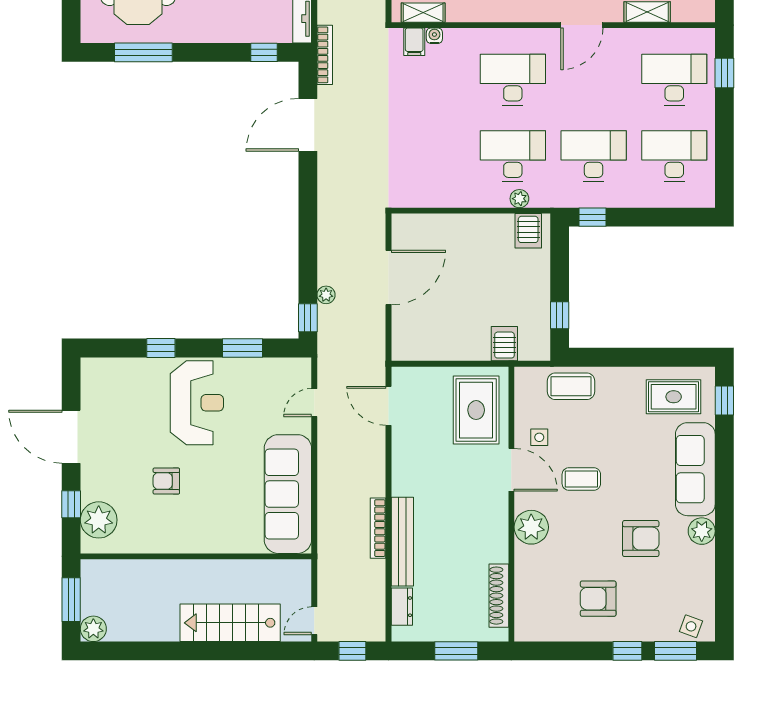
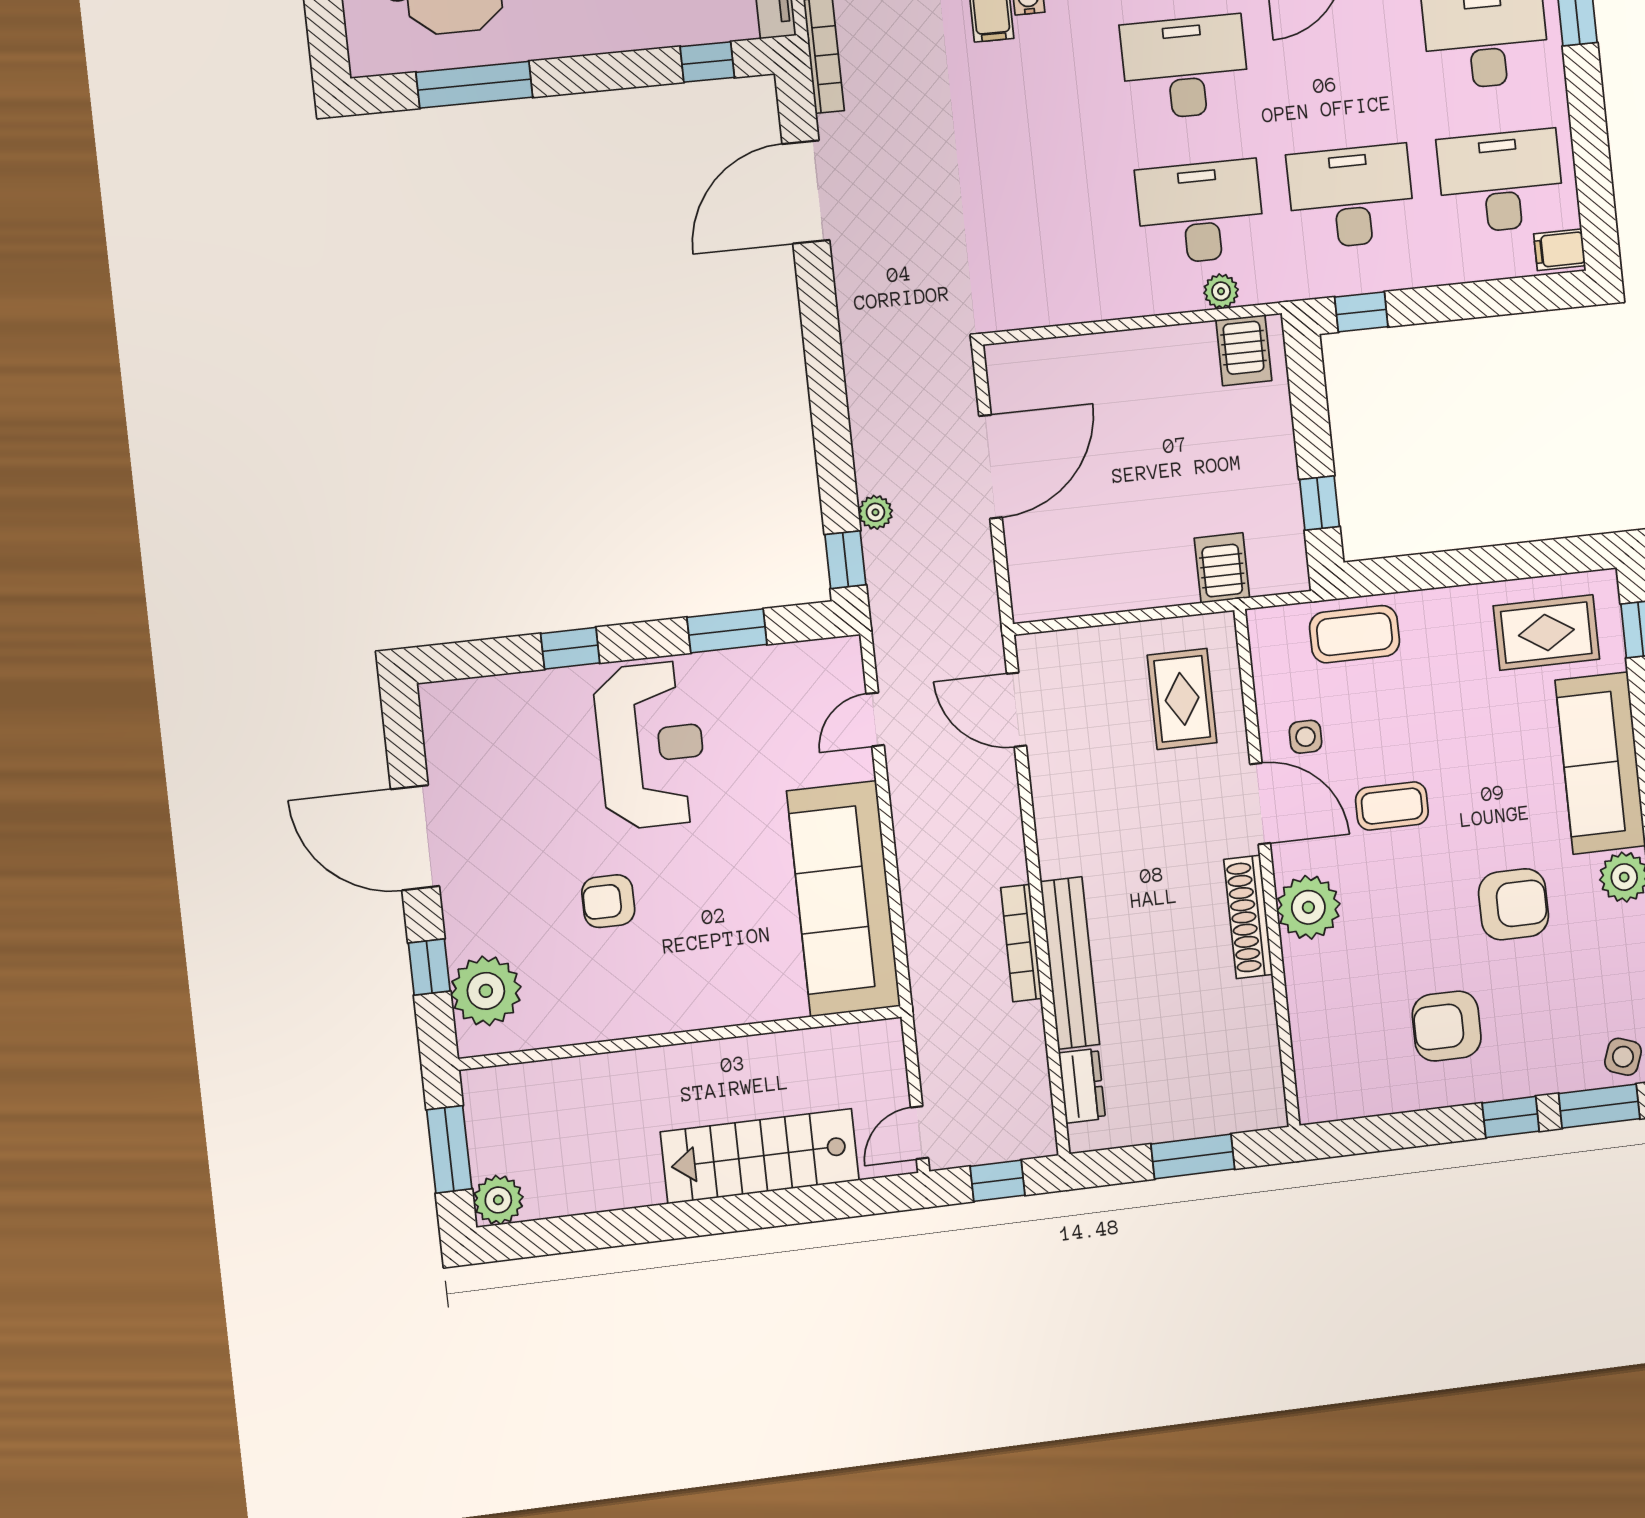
filing cabinet: (702, 195) -> (1560, 250), added
rug: (476, 410) -> (1182, 699), width x0.73, depth x0.70
shoe rack: (499, 596) -> (1248, 917), moved

